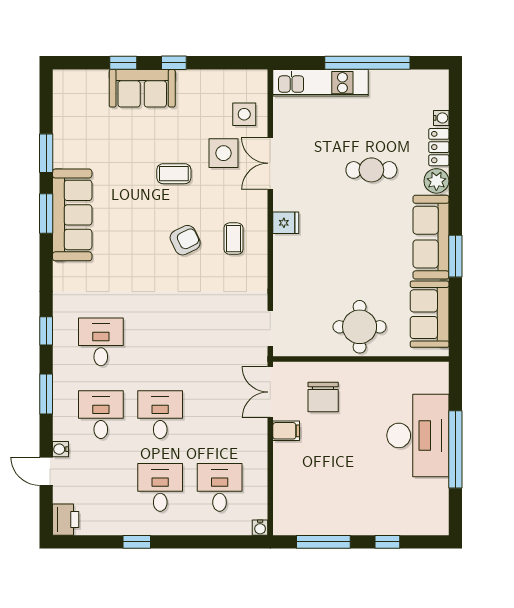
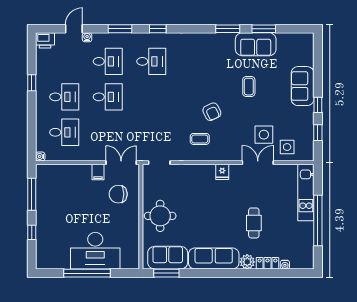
window: (123, 63) -> (318, 133), moved
coffee table: (174, 174) -> (249, 87), moved
sofa: (72, 215) -> (256, 44), moved, width x0.73
coffee table: (233, 239) -> (200, 139), moved
window: (455, 256) -> (166, 273), moved

